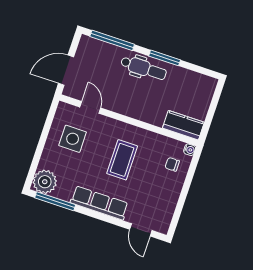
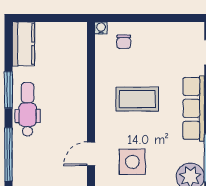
kitchen counter: (183, 125) -> (23, 44), moved, turned 180

